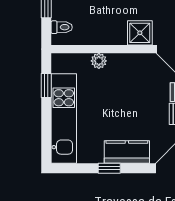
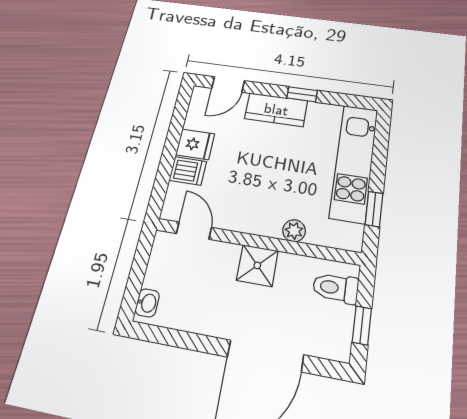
toilet: (62, 27) -> (335, 288), width x1.37, depth x1.39
shower: (140, 33) -> (257, 265), moved

